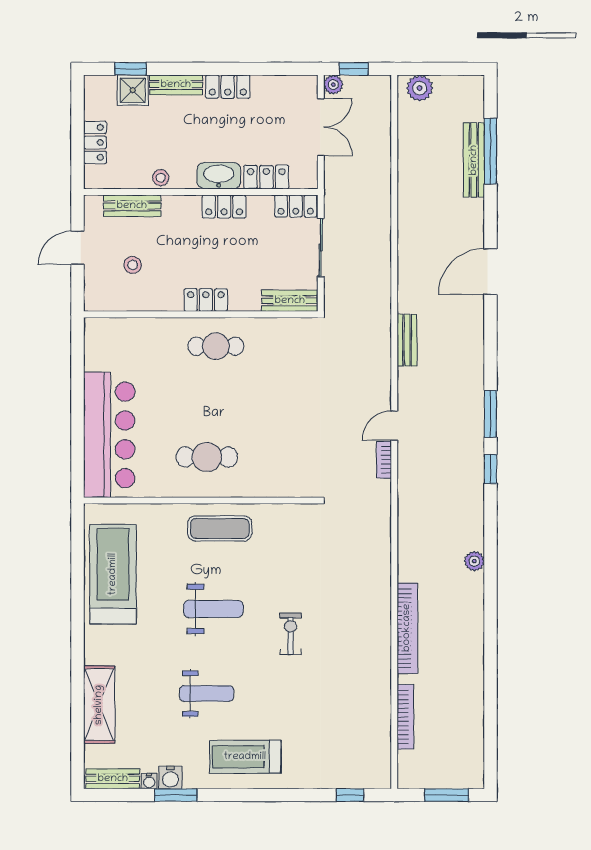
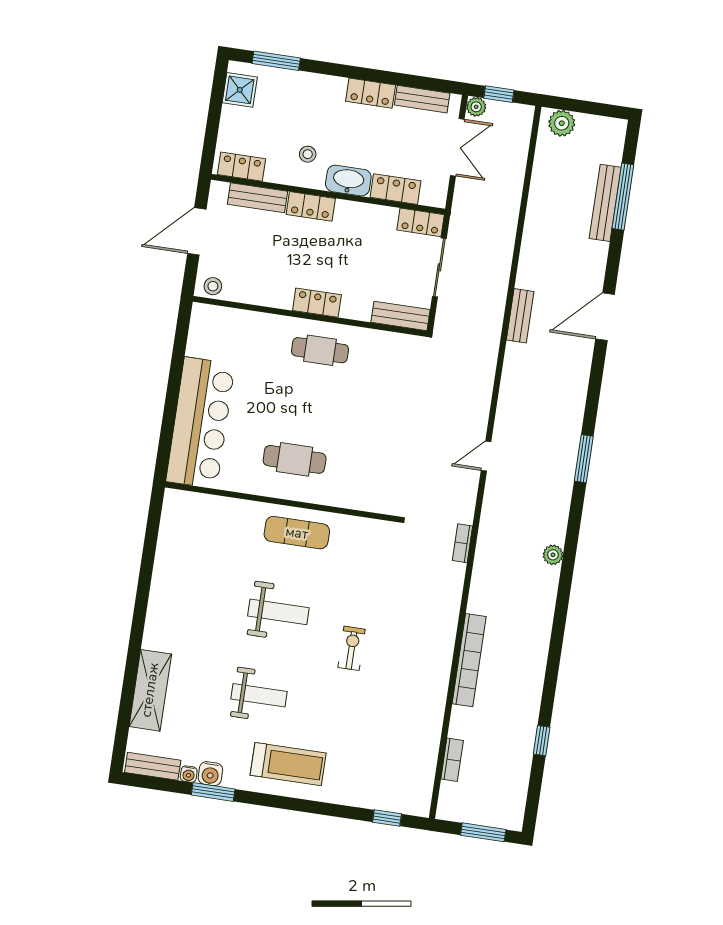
window: (130, 69) -> (276, 61), width x1.50
bench: (176, 85) -> (422, 99), moved
shower: (133, 90) -> (240, 90), moved
locker: (95, 142) -> (241, 167), moved, turned -90
stool: (161, 178) -> (308, 154), moved
locker: (224, 207) -> (311, 206), moved
door: (78, 248) -> (197, 231), width x1.38
stool: (133, 265) -> (213, 286), moved
bench: (407, 340) -> (520, 316), moved
bookcase: (384, 460) -> (462, 543), moved
window: (490, 469) -> (542, 741), moved
plant: (474, 561) -> (553, 555), moved
treadmill: (113, 574) -> (183, 562), removed
bookcase: (405, 717) -> (452, 760), width x0.64
treadmill: (245, 757) -> (288, 764), turned 180

